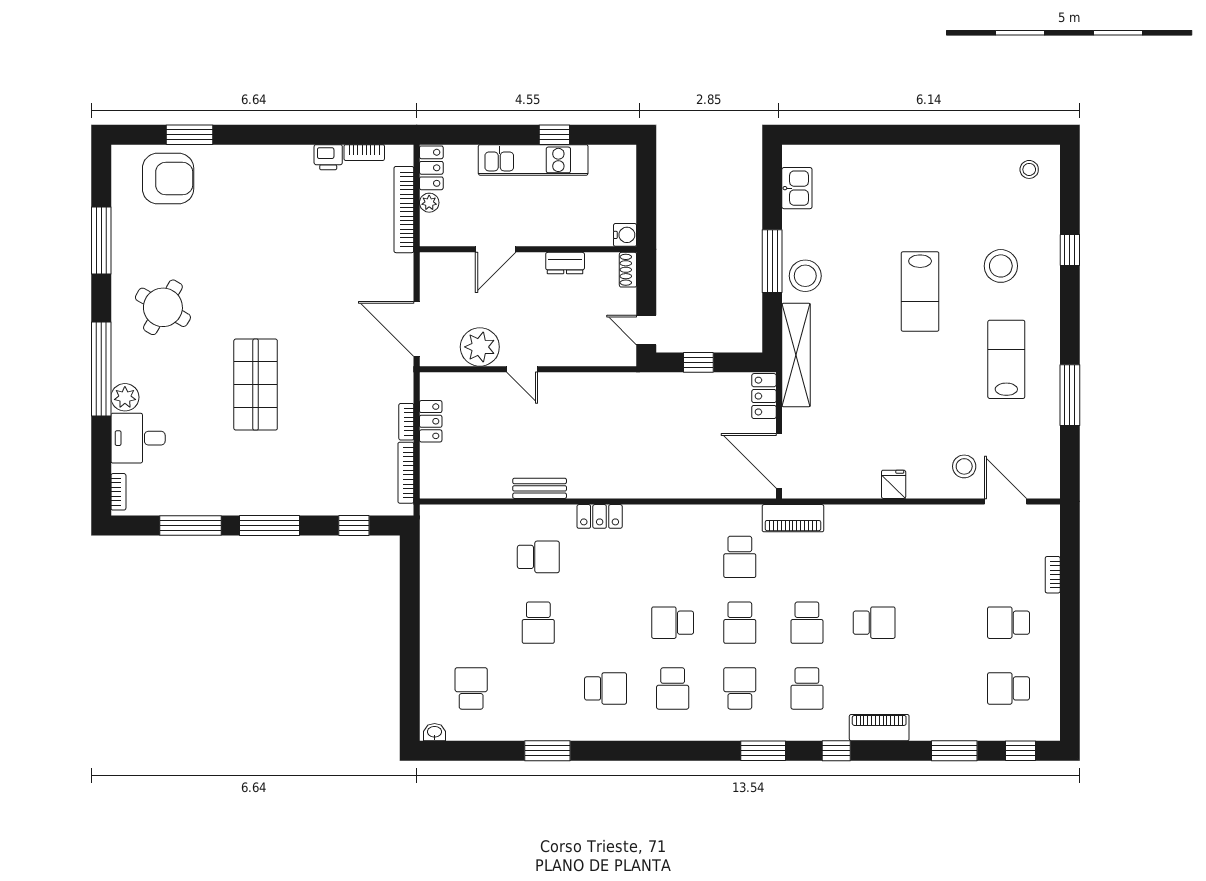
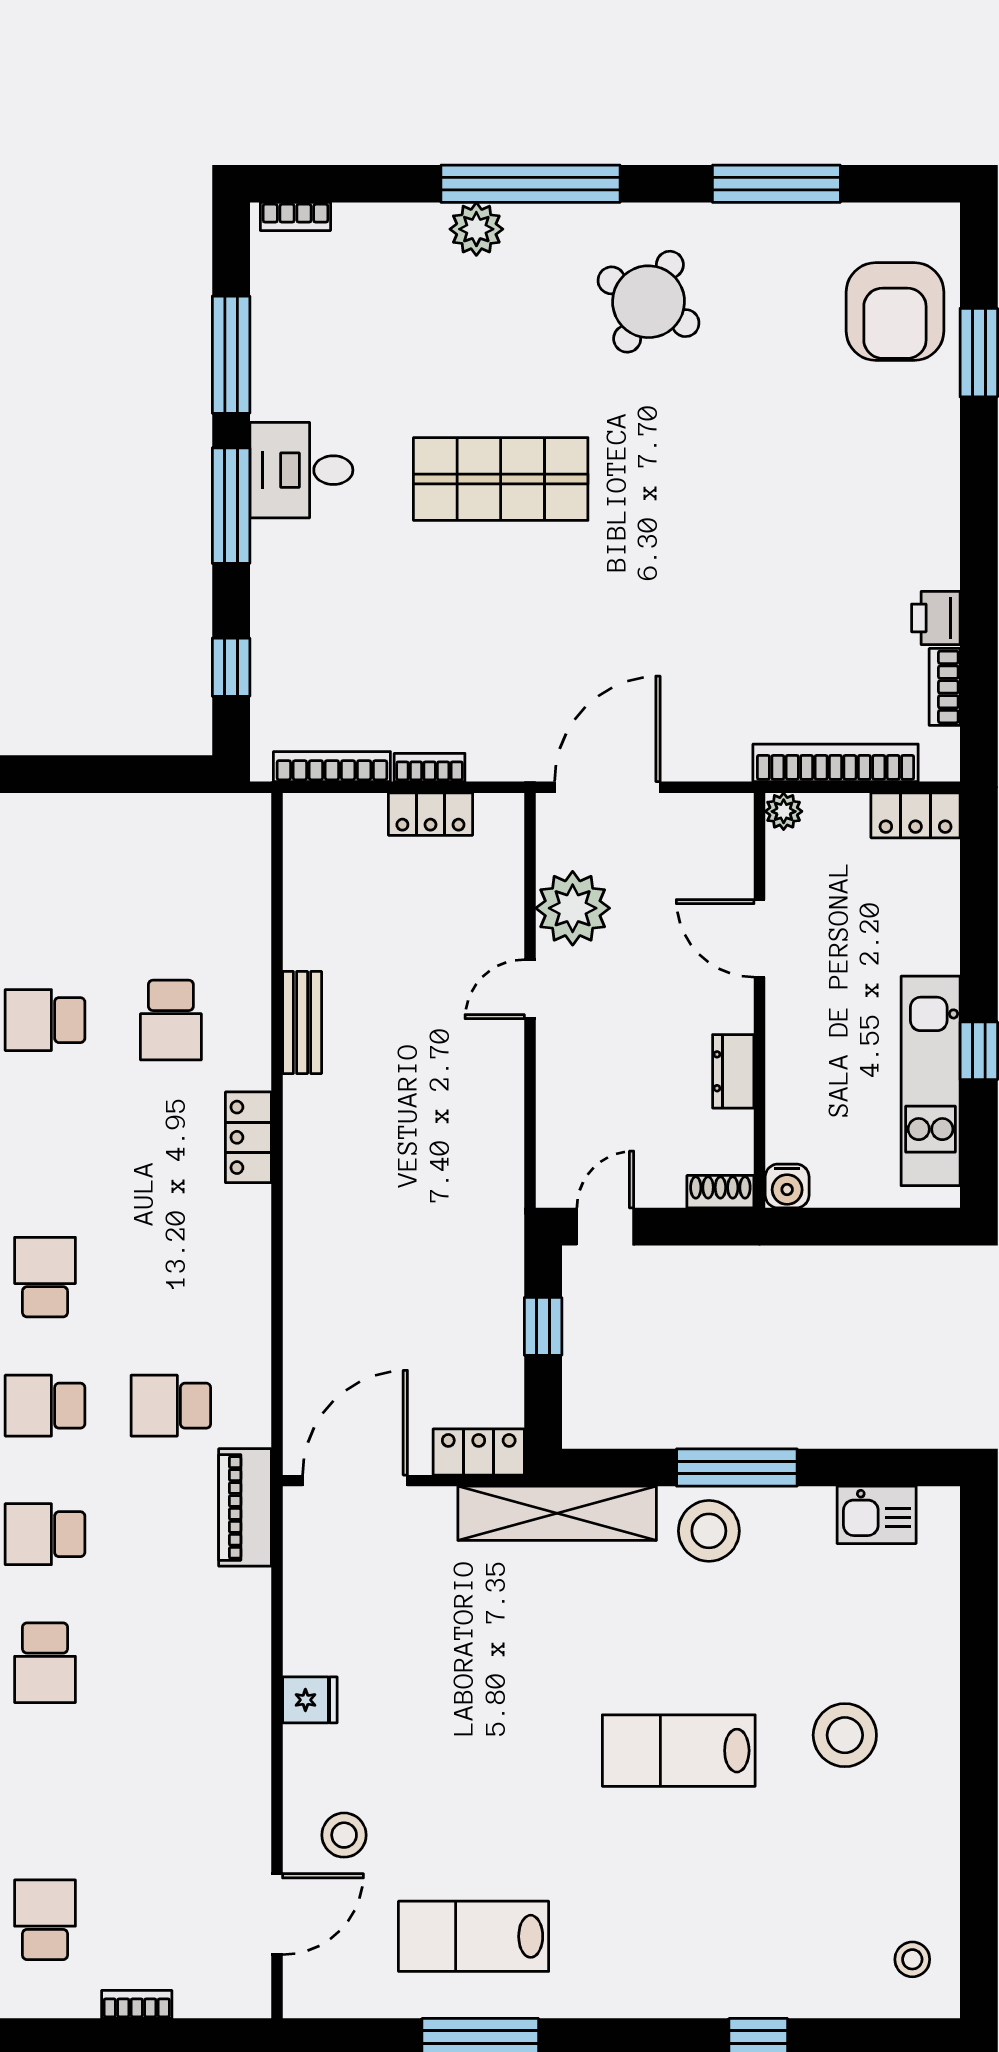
kitchen unit: (533, 160) -> (931, 1081), moved
plant: (429, 203) -> (784, 811), moved
stool: (1001, 266) -> (845, 1735), moved
lab bench: (1006, 359) -> (474, 1936), moved, turned 180
desk: (138, 438) -> (301, 470), moved, turned -90

